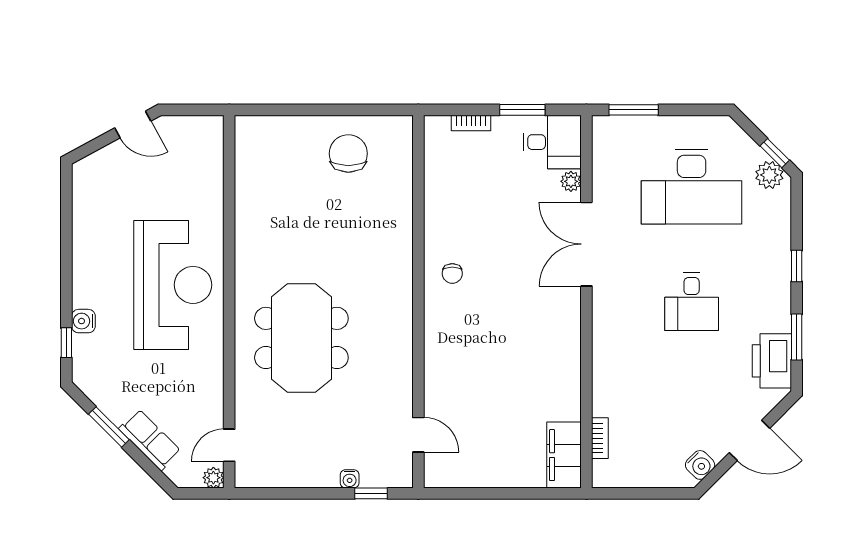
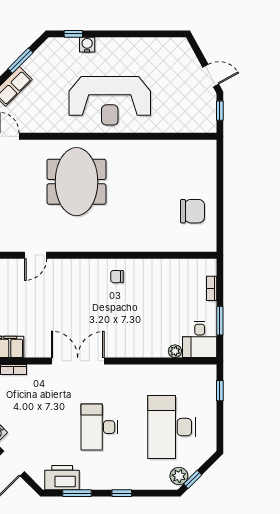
window: (188, 110) -> (220, 111), added
window: (634, 110) -> (220, 391), width x0.67
door: (133, 124) -> (211, 76), swing flipped
double door: (586, 244) -> (78, 361), moved
desk: (692, 302) -> (99, 427), width x1.37
meeting table: (301, 338) -> (76, 182), turned 90
door: (418, 435) -> (36, 255), moved

